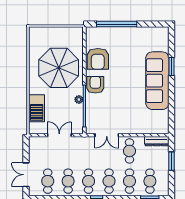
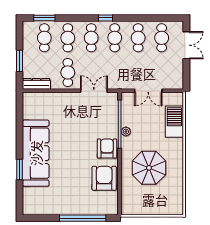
parasol: (59, 68) -> (149, 168), width x0.73, depth x0.73
armchair: (95, 85) -> (107, 149), turned 180

